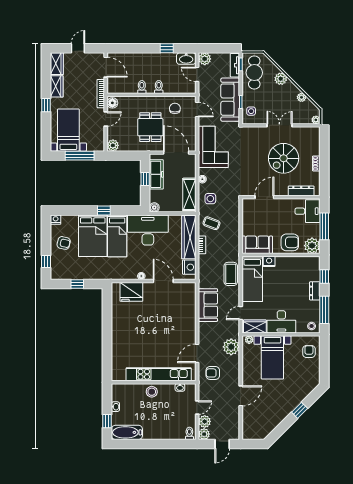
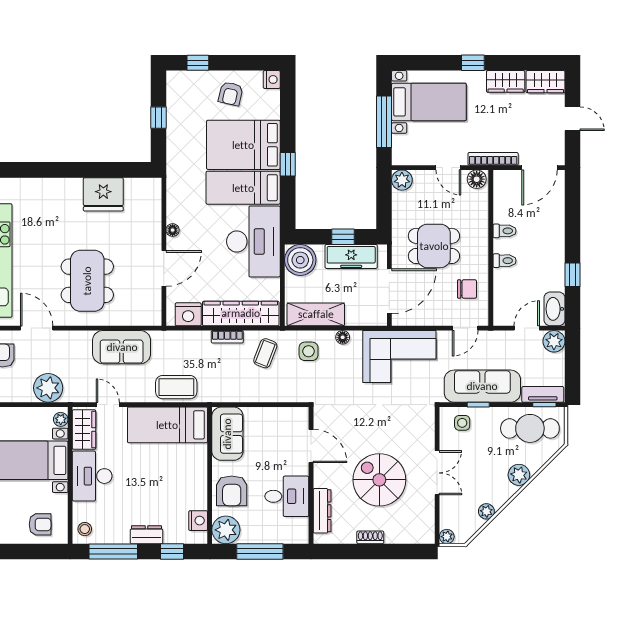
boiler: (154, 207) -> (300, 260), width x1.86, depth x1.86
desk: (307, 211) -> (287, 496), moved, turned -90
nightstand: (269, 261) -> (198, 521), moved
fridge: (131, 292) -> (103, 194), moved, turned -90
dining table: (170, 325) -> (87, 281), added

